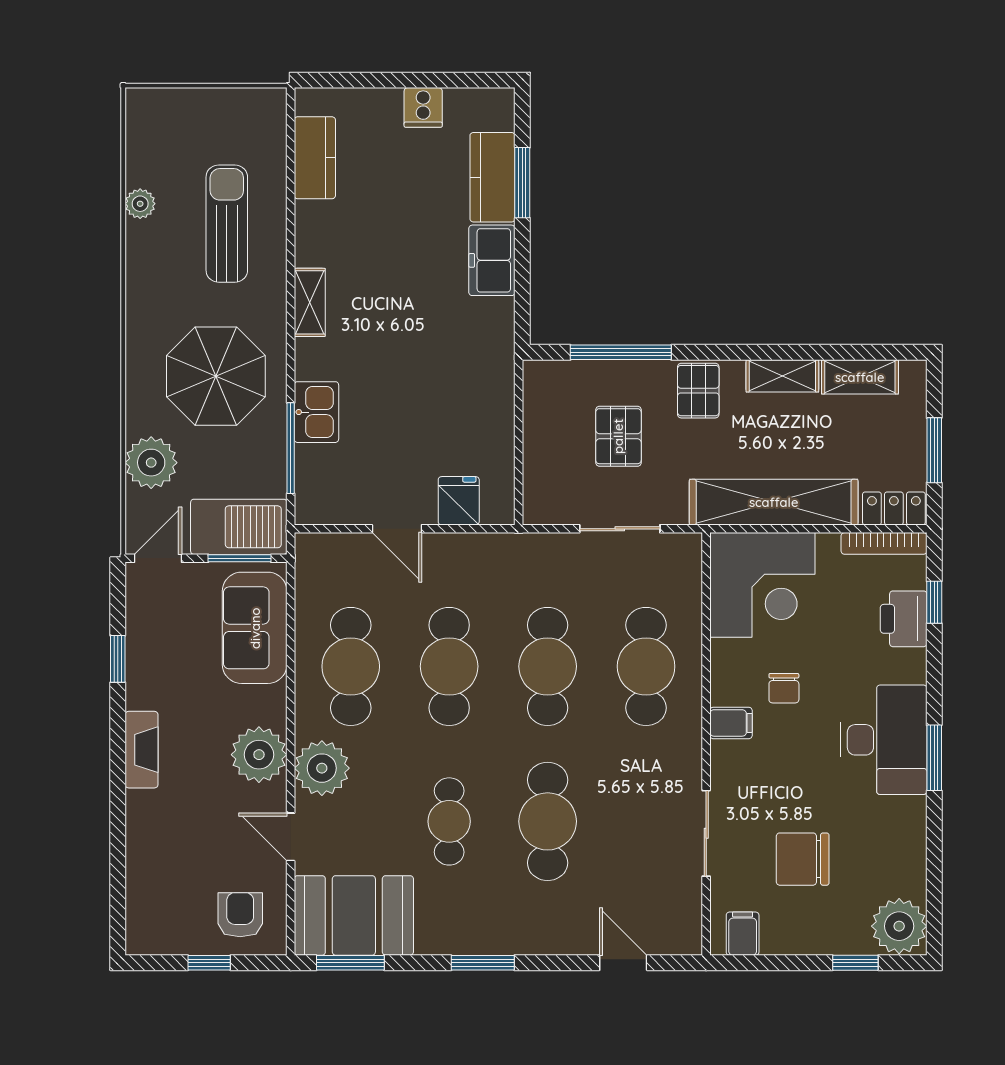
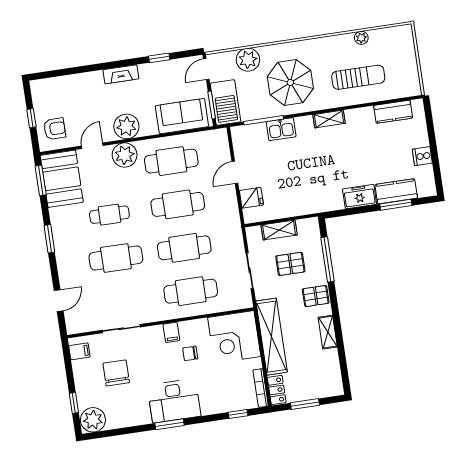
shelving: (860, 377) -> (279, 230), moved, turned 90
door: (158, 558) -> (206, 69), swing flipped
printer: (904, 619) -> (229, 402), removed

